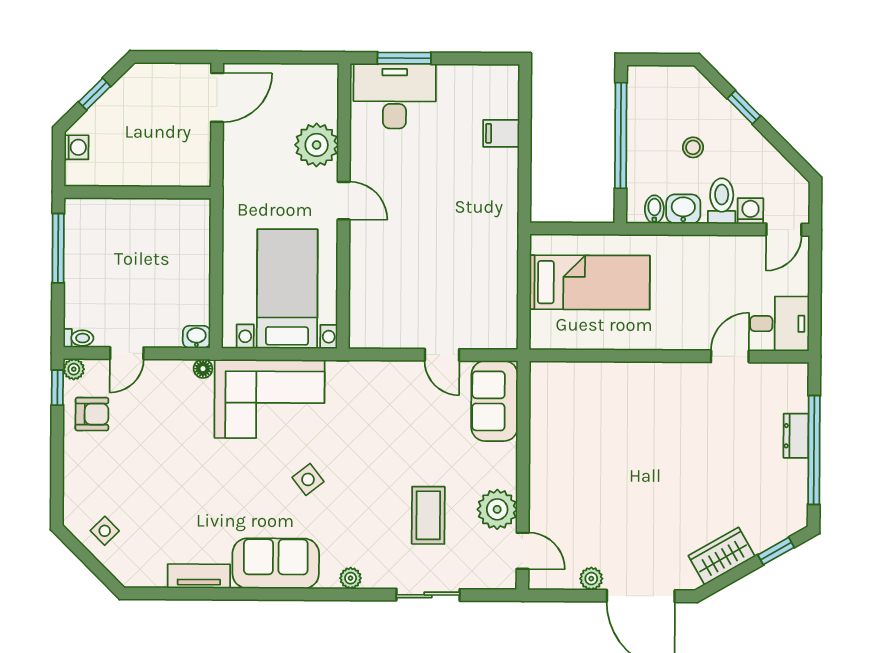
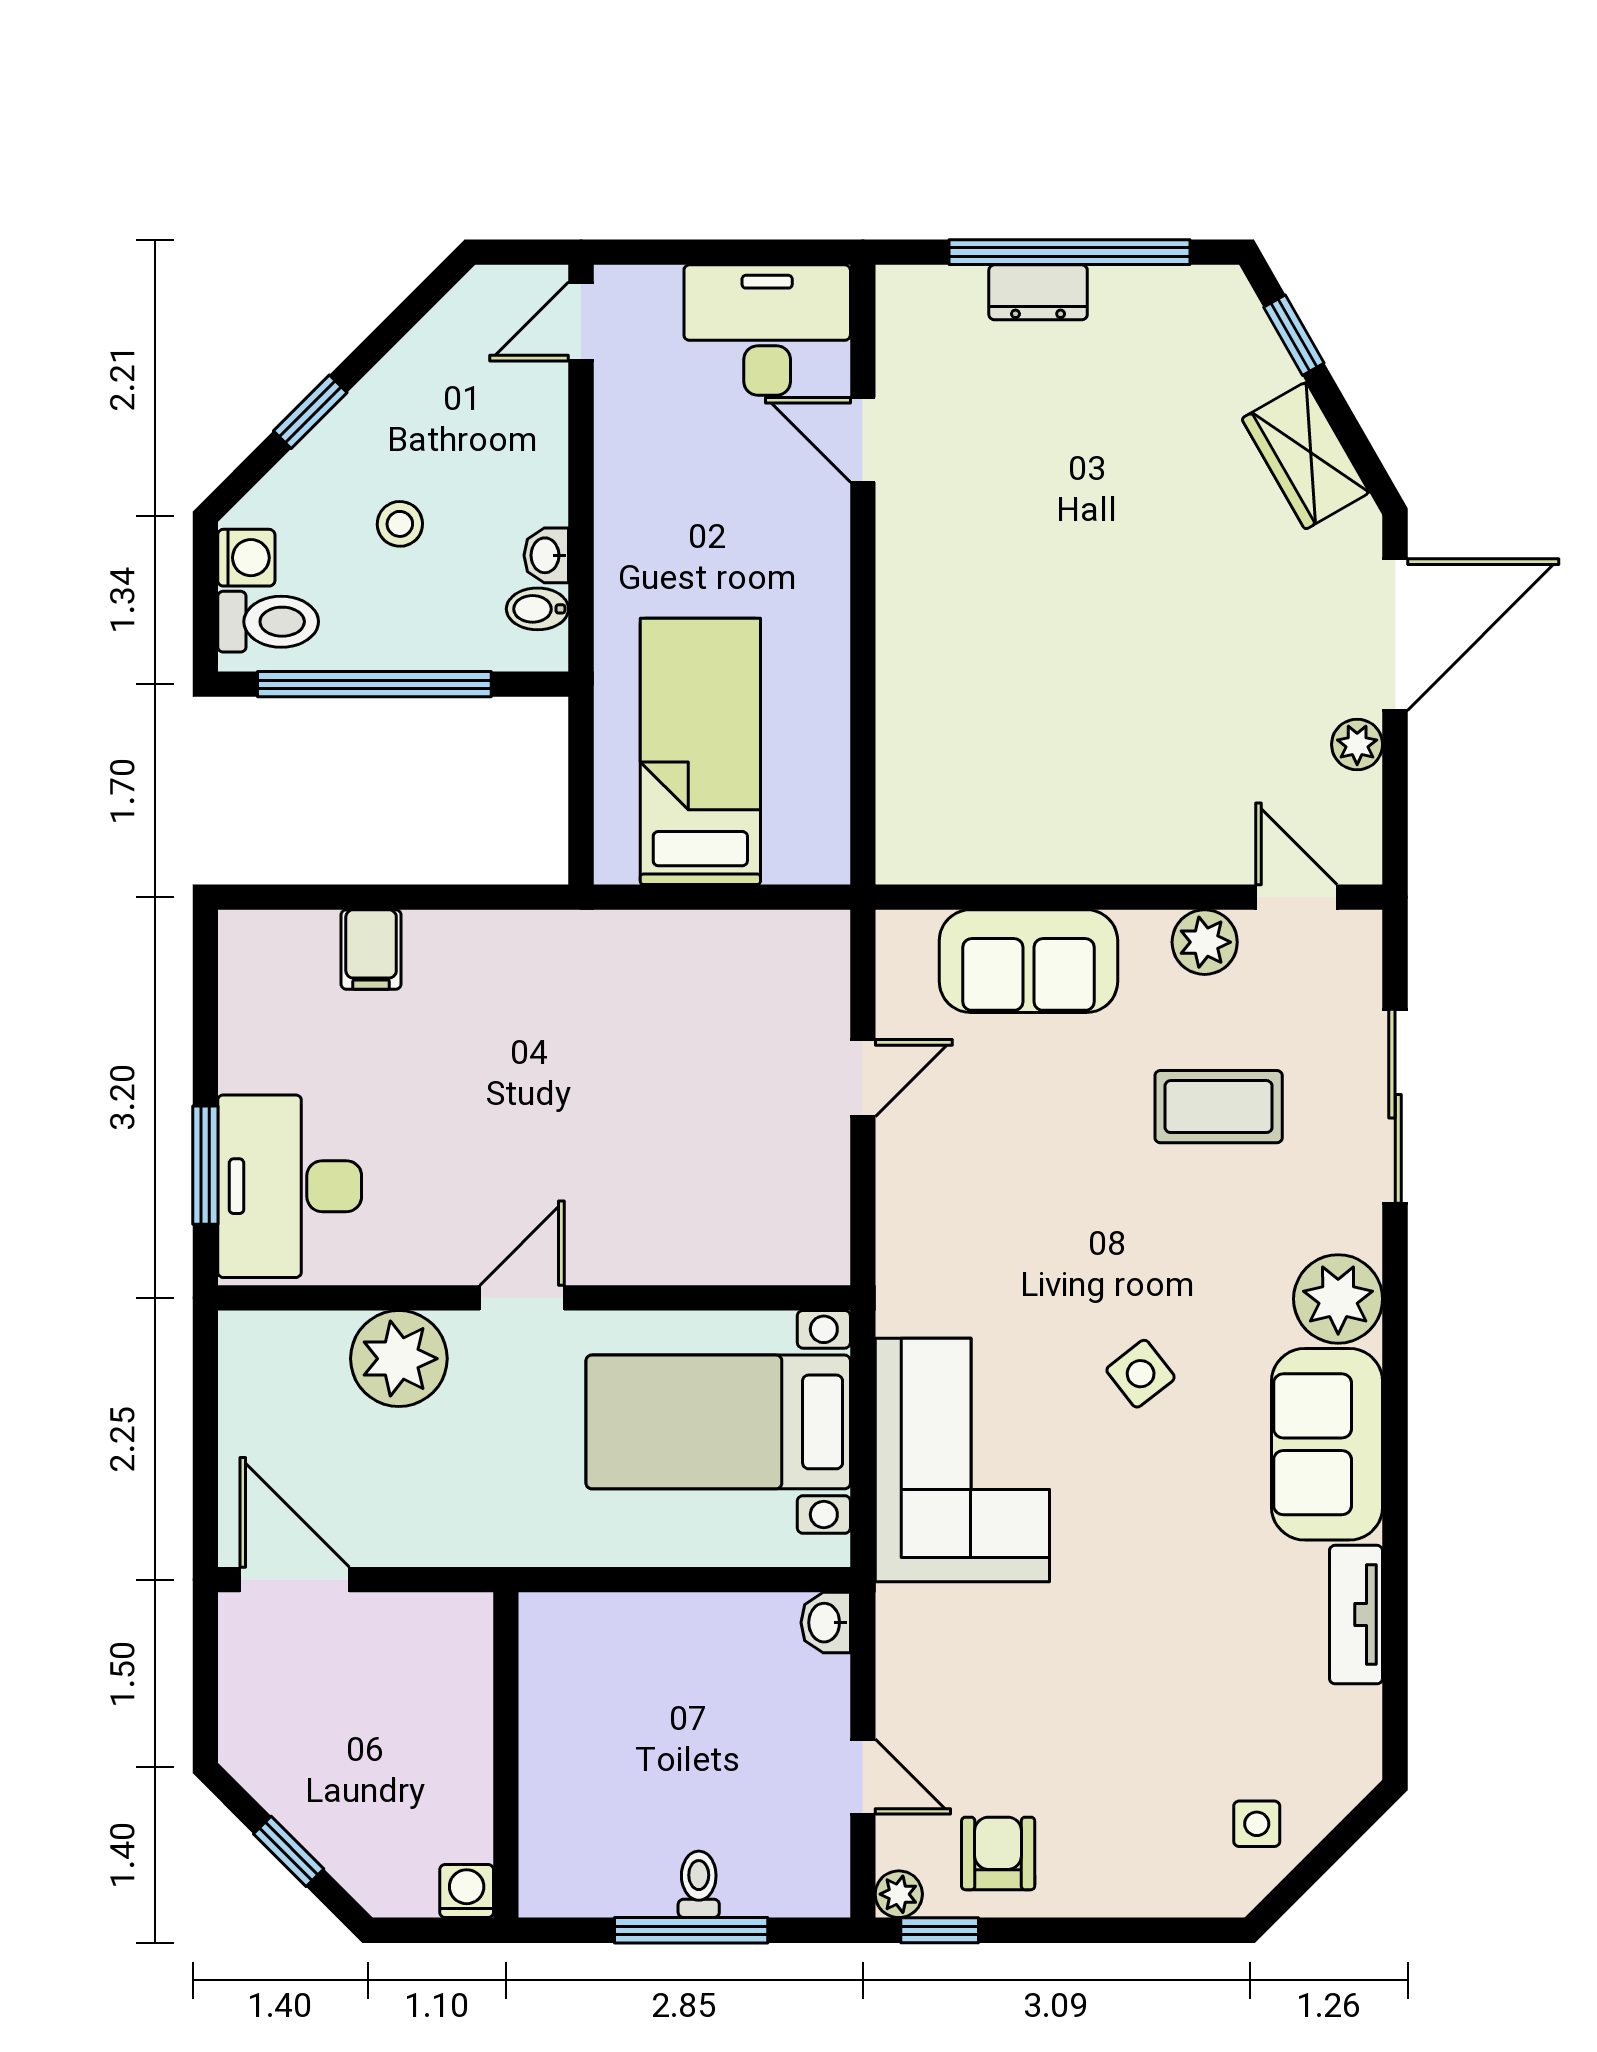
washing machine: (76, 147) -> (467, 1891), moved
toilet: (722, 201) -> (268, 622), moved, turned 180
washbasin: (683, 209) -> (546, 555), width x0.72, depth x0.69
washing machine: (750, 211) -> (246, 558), moved, turned 180
door: (784, 230) -> (581, 322), swing flipped
window: (58, 248) -> (691, 1930), moved
desk: (780, 324) -> (767, 330), width x1.37
toilet: (78, 338) -> (699, 1884), moved
floor lamp: (203, 369) -> (896, 1608), removed
sofa: (494, 401) -> (1028, 961), moved
plant: (497, 509) -> (1205, 942), width x0.73, depth x0.73
side table: (105, 531) -> (1257, 1824), turned 45
door: (523, 551) -> (1296, 897), hinge flipped
plant: (351, 578) -> (1338, 1299), width x1.88, depth x1.88
sliding door: (428, 595) -> (1395, 1106), width x1.37

